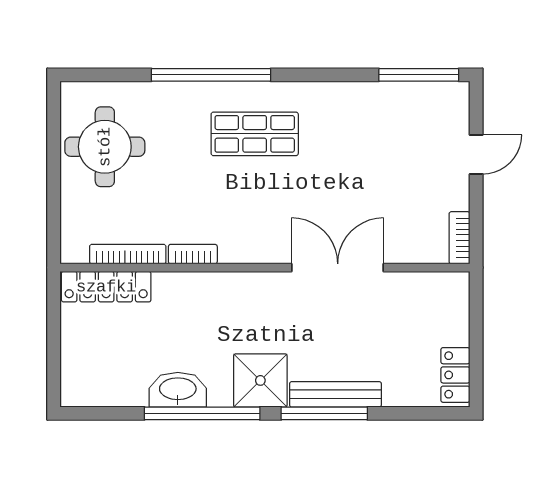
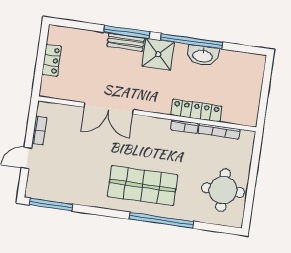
shop shelf: (255, 134) -> (143, 186), width x1.43, depth x1.36
bookcase: (460, 238) -> (39, 130), moved
locker: (106, 287) -> (196, 111), moved
locker: (455, 375) -> (52, 60), moved
bench: (335, 394) -> (126, 42), width x0.73

